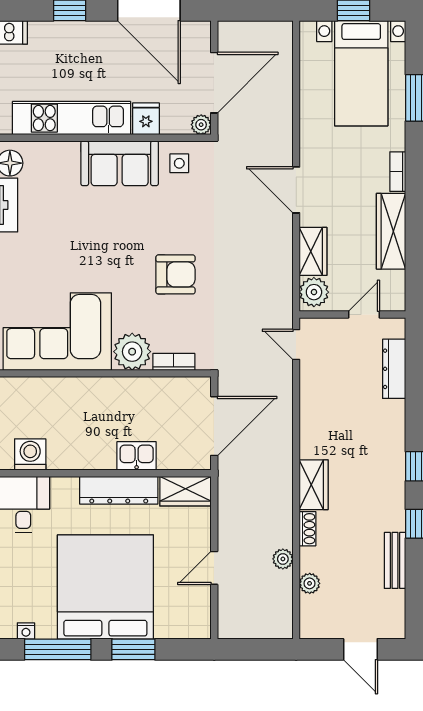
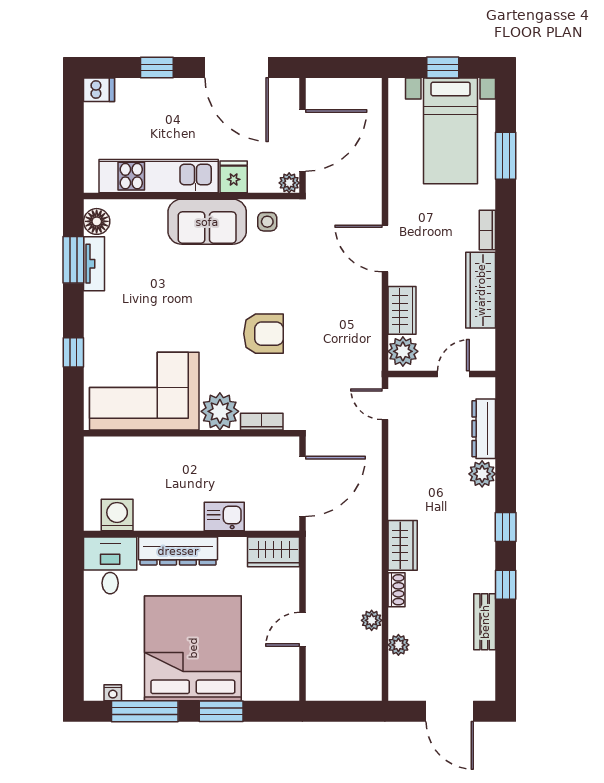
plant: (392, 414) -> (482, 474), added
dresser: (119, 490) -> (178, 551), moved
door: (360, 649) -> (450, 711), width x1.38

